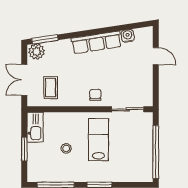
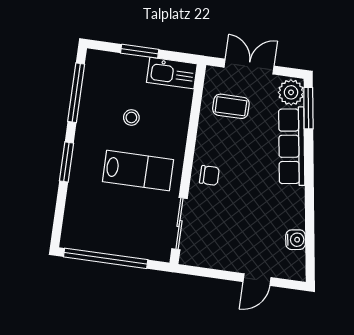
row of seats: (96, 42) -> (292, 146), moved

